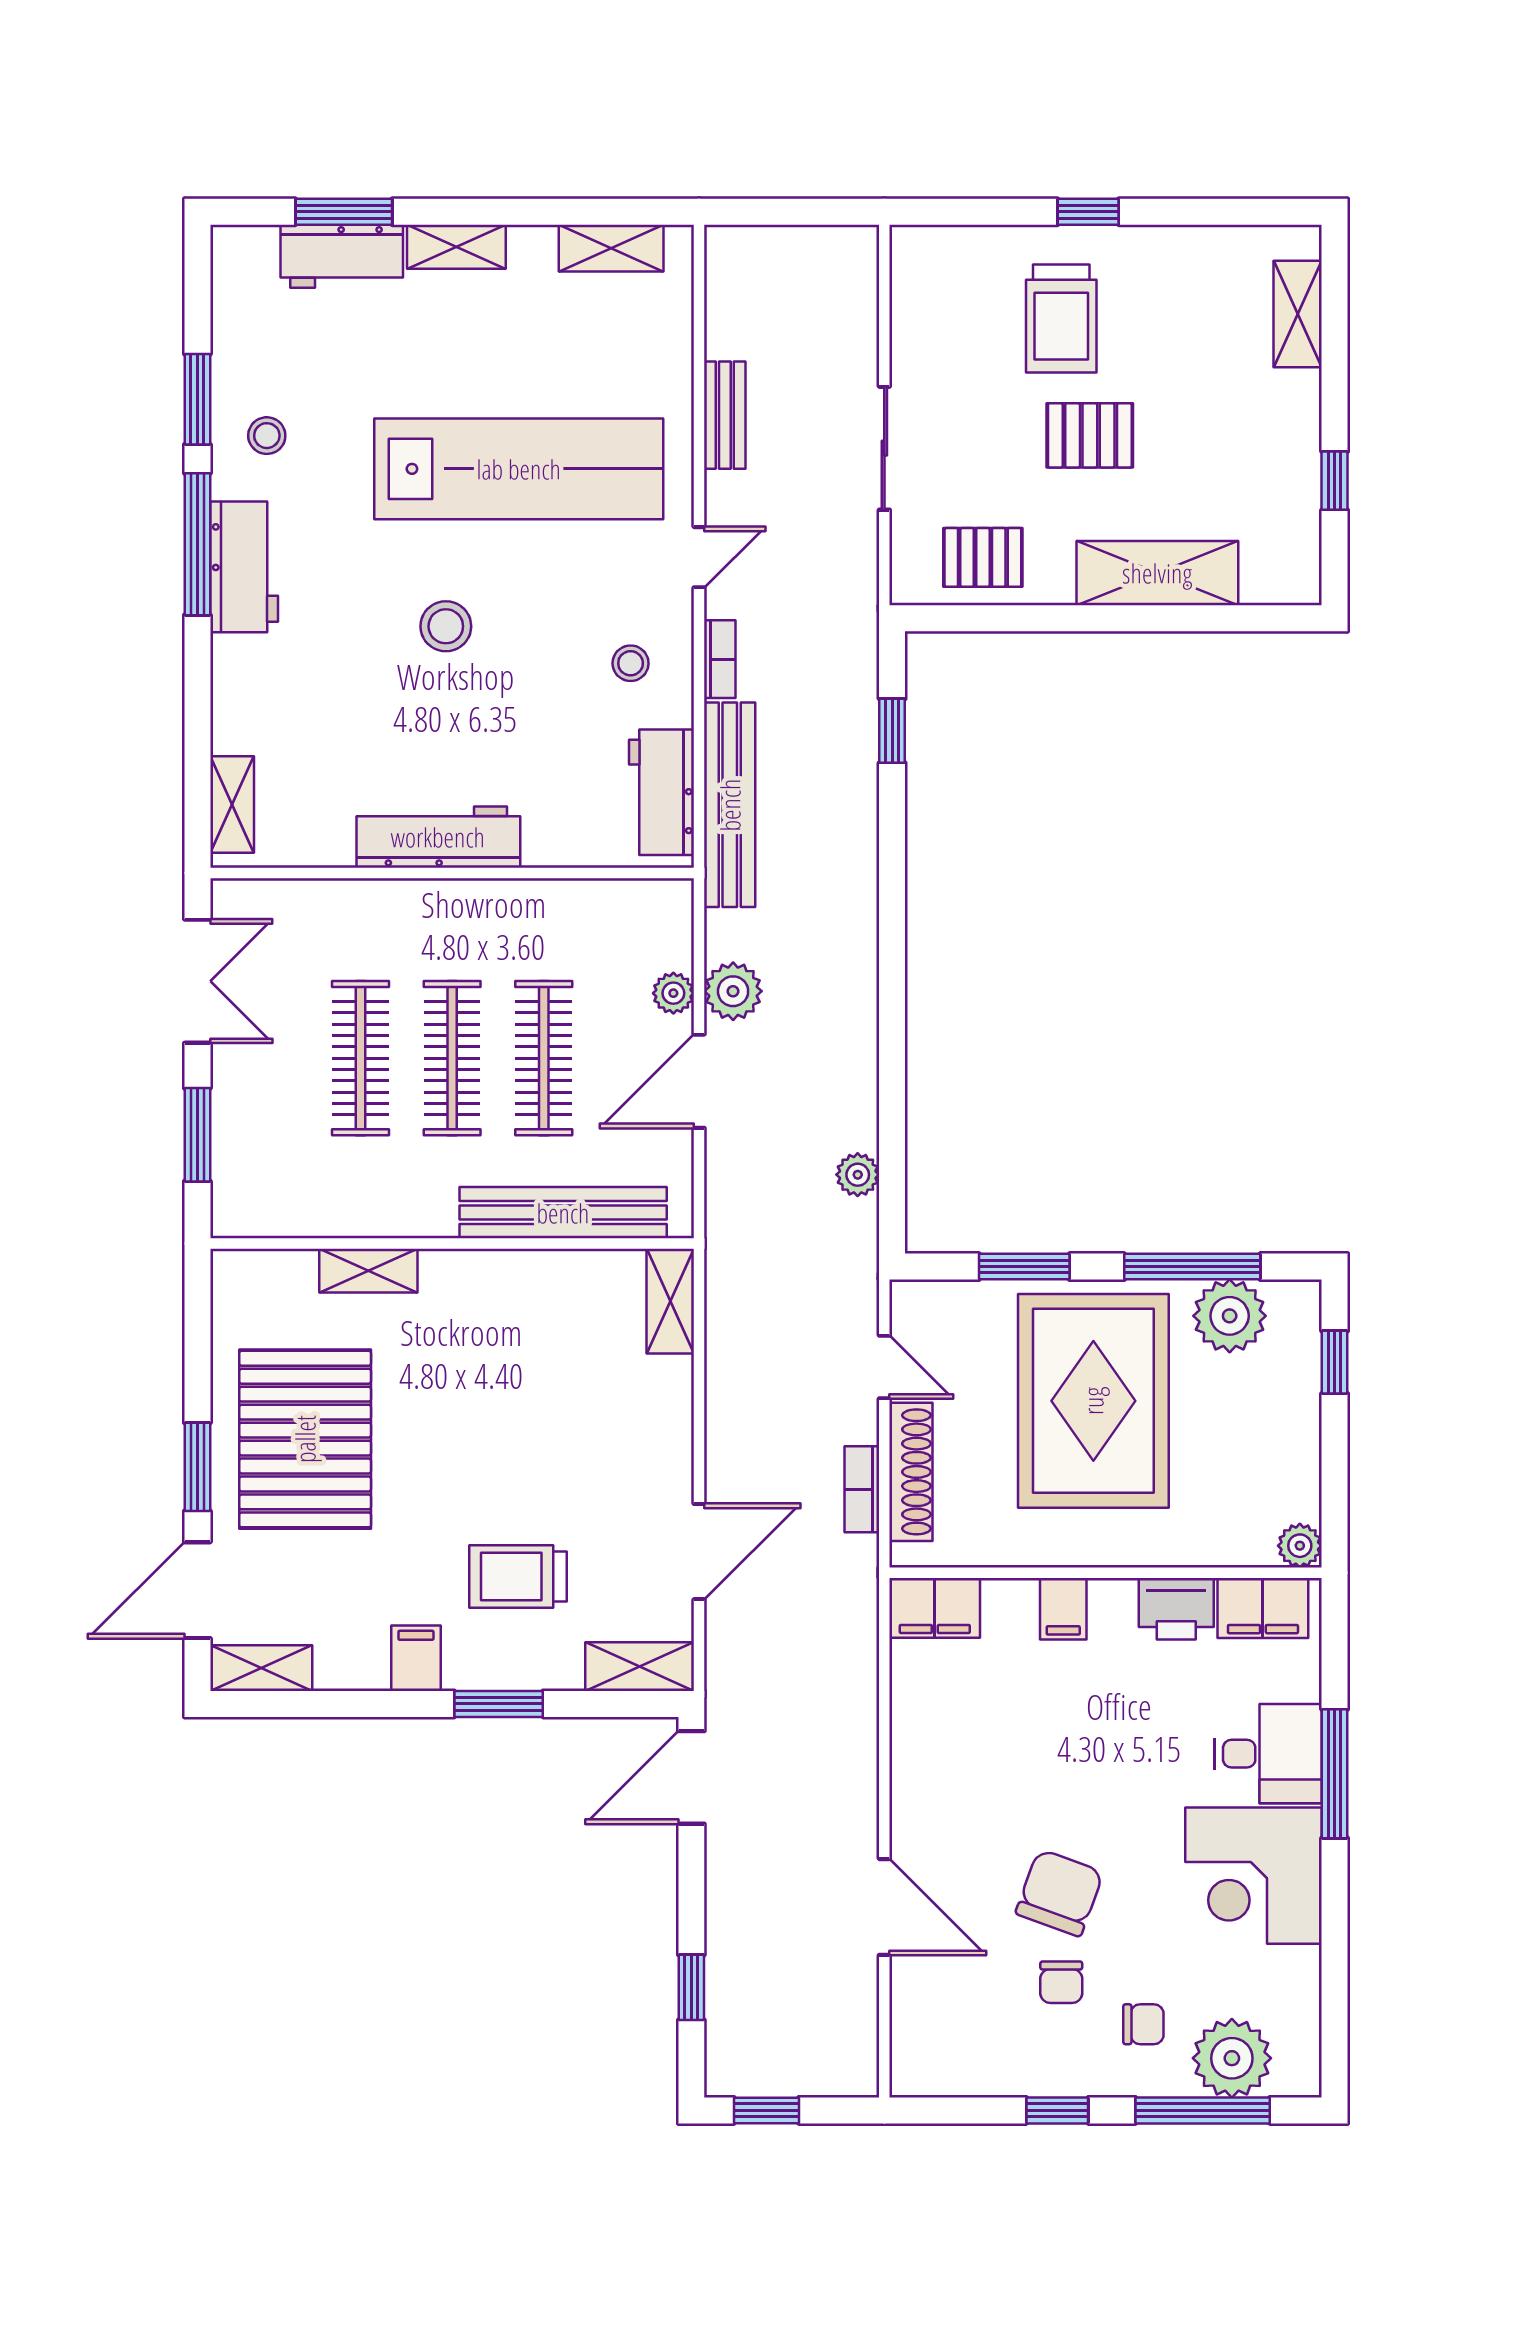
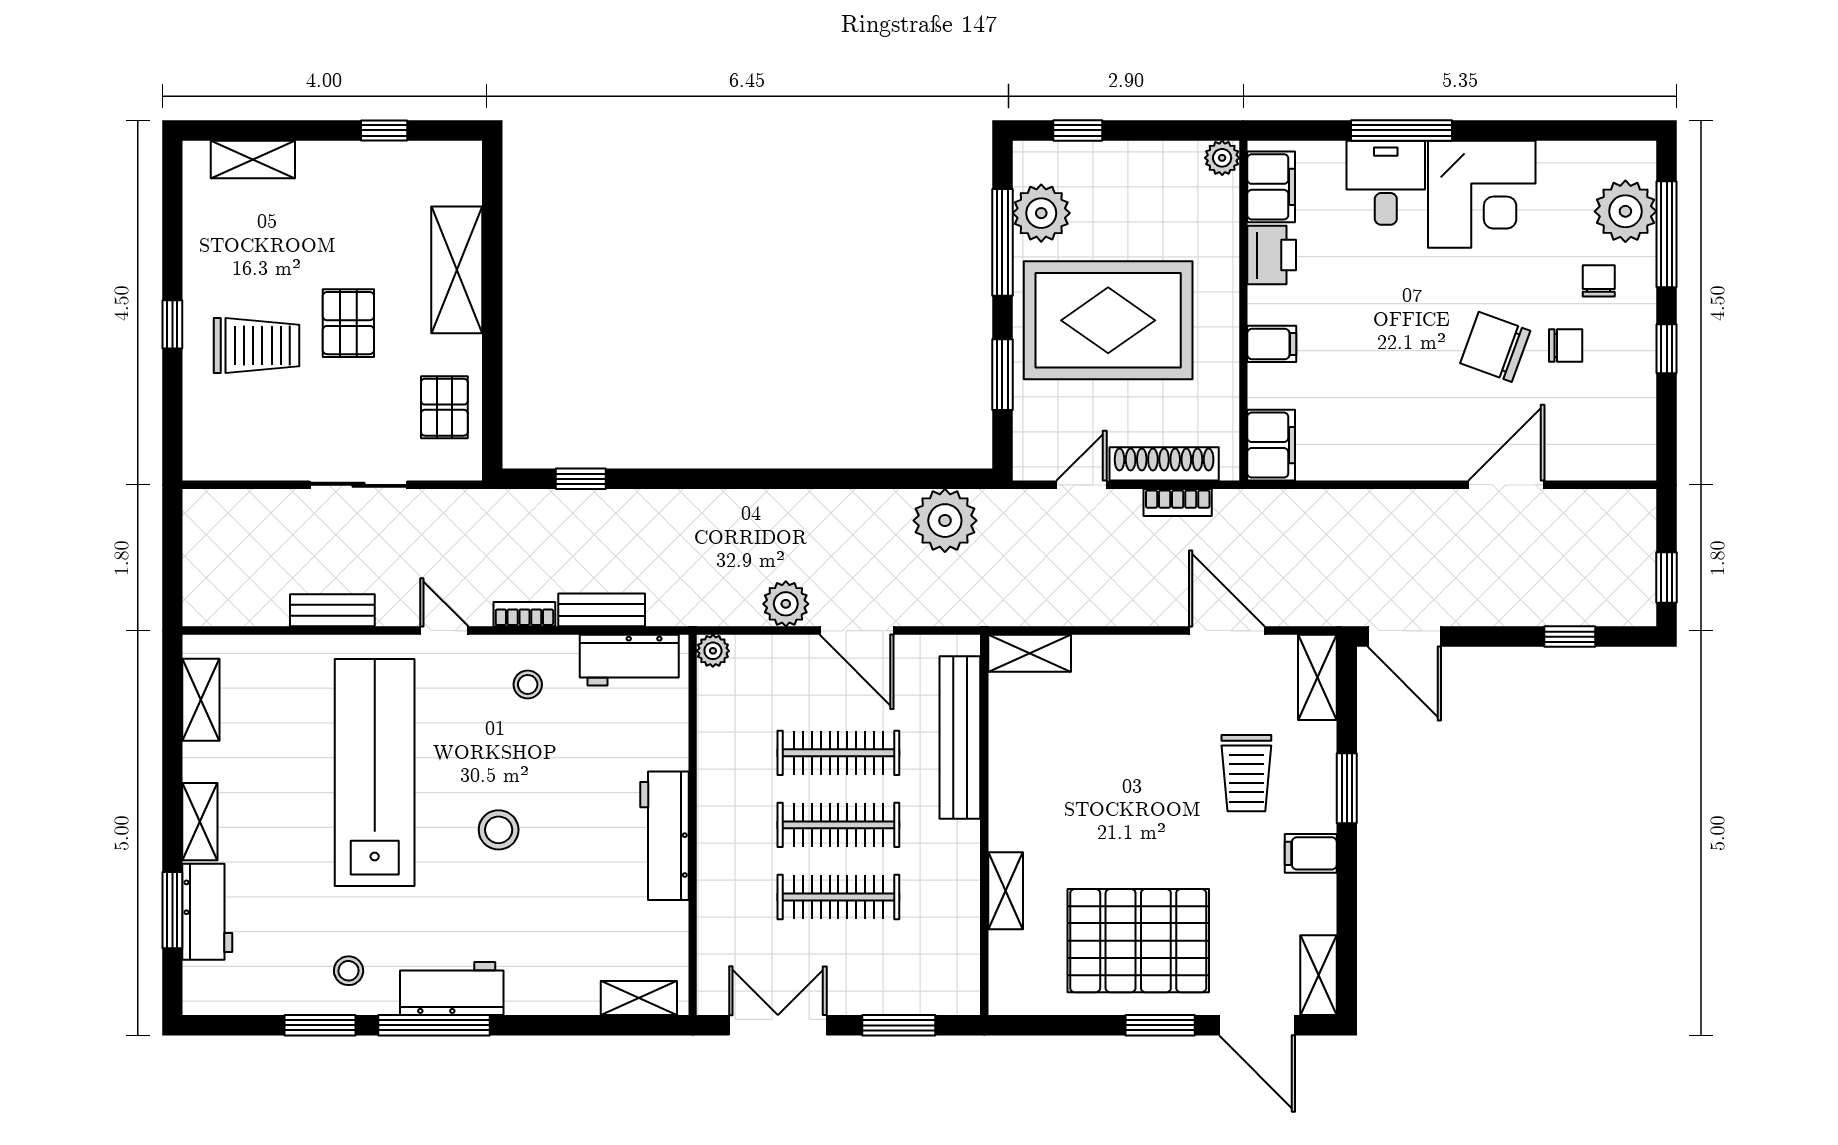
bench: (730, 805) -> (602, 610), width x0.54, depth x0.82
plant: (673, 993) -> (713, 651), moved
plant: (858, 1175) -> (945, 521), width x1.87, depth x1.87

